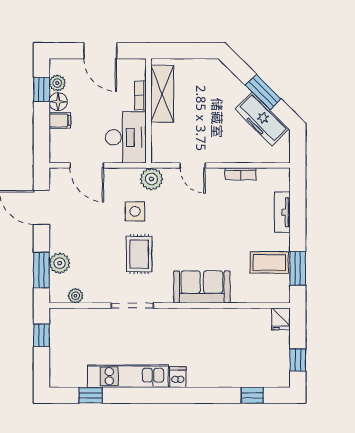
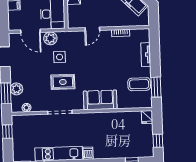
door: (193, 165) -> (92, 29), hinge flipped
plant: (151, 179) -> (50, 38), moved
rug: (139, 254) -> (63, 82), turned 90

